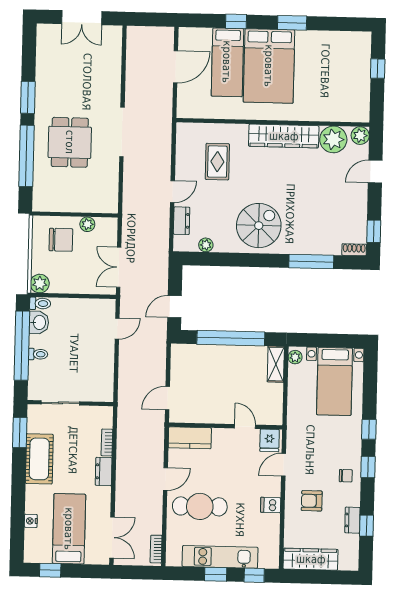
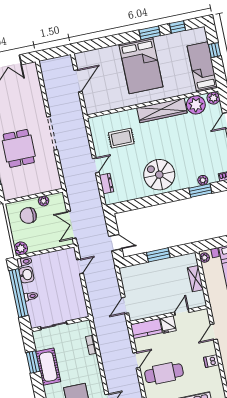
window: (236, 21) -> (178, 27), moved
bed: (227, 62) -> (202, 67), moved, turned 180
rug: (217, 162) -> (121, 138), turned 90
spiral stairs: (259, 226) -> (159, 175), turned -90
chair: (61, 240) -> (28, 216), turned 180
plant: (206, 245) -> (203, 180), moved
window: (311, 261) -> (200, 191), width x0.69
door: (174, 307) -> (115, 243), swing flipped
window: (231, 338) -> (158, 255), width x0.47
shelving: (276, 364) -> (195, 279), moved
door: (245, 426) -> (182, 312), hinge flipped
window: (20, 433) -> (33, 362), moved
fridge: (269, 440) -> (168, 324), moved
dresser: (104, 471) -> (94, 365), removed

